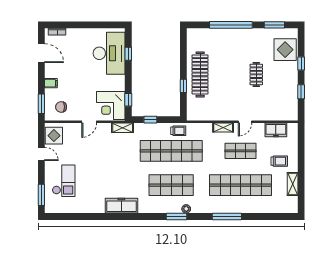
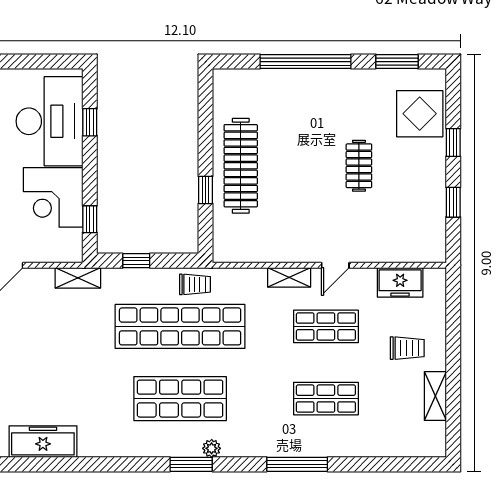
corner desk: (111, 105) -> (53, 197), moved
shop shelf: (241, 185) -> (326, 399), width x0.50, depth x0.74
freezer: (121, 206) -> (43, 442), moved

